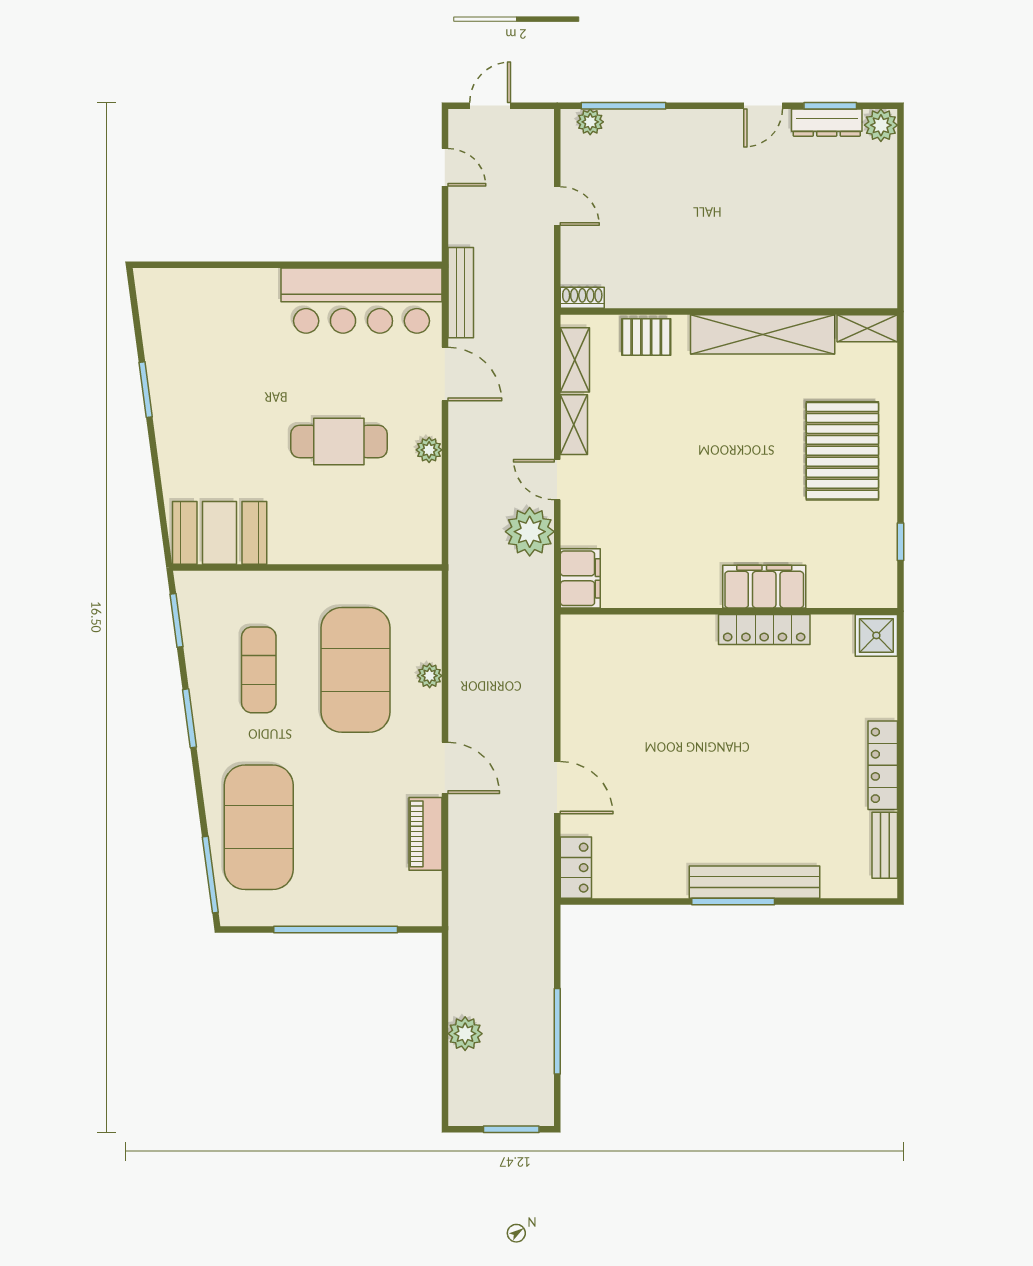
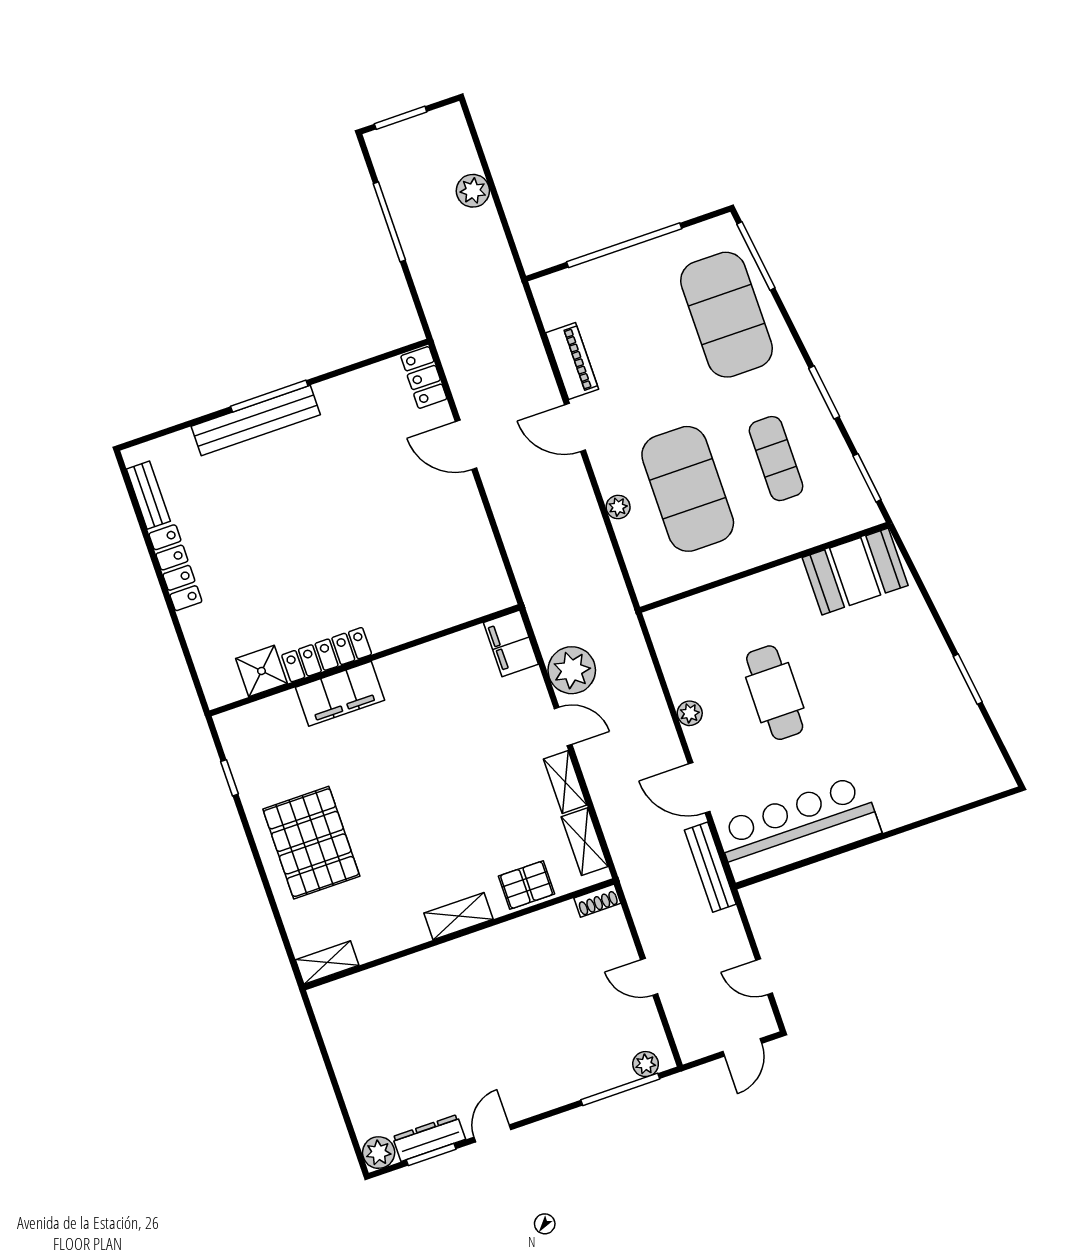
shelving: (763, 334) -> (458, 916), width x0.45, depth x0.75
cafe table: (339, 442) -> (775, 693), turned 90
shower: (876, 635) -> (261, 671), moved

